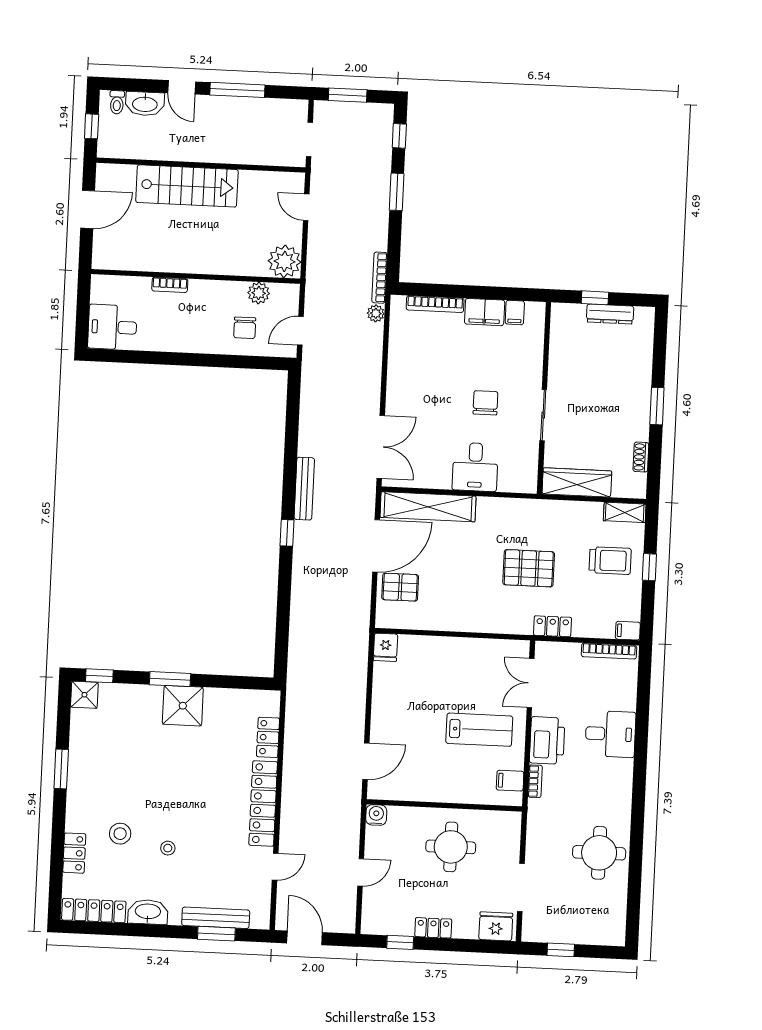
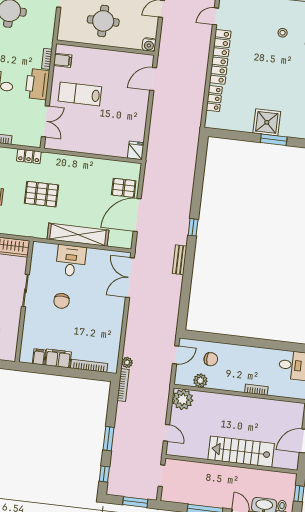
chair: (245, 328) -> (211, 359), turned 90
bench: (304, 489) -> (180, 260), width x0.73
shelving: (428, 507) -> (78, 235), moved

